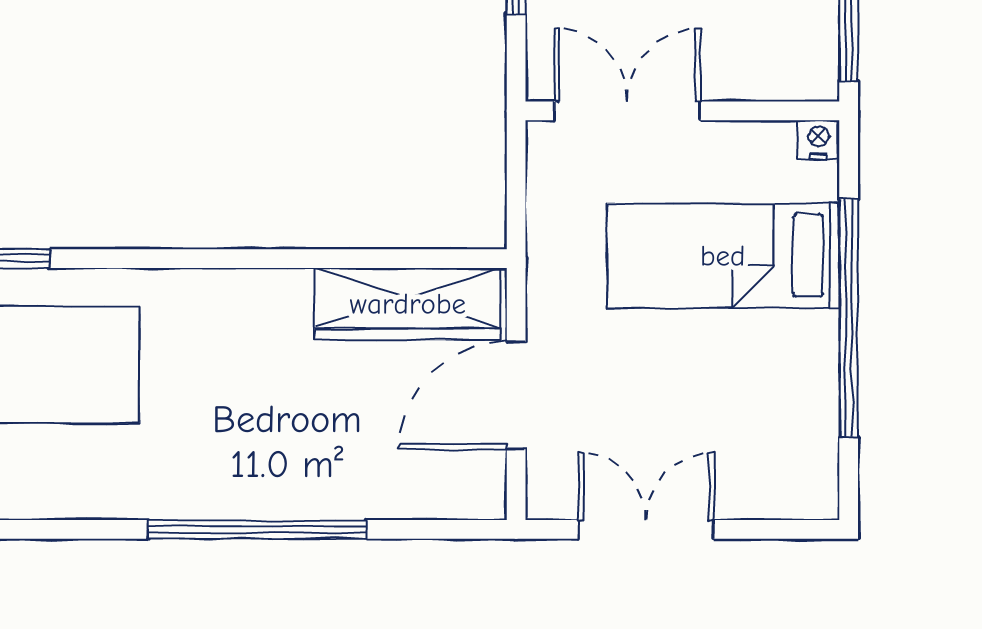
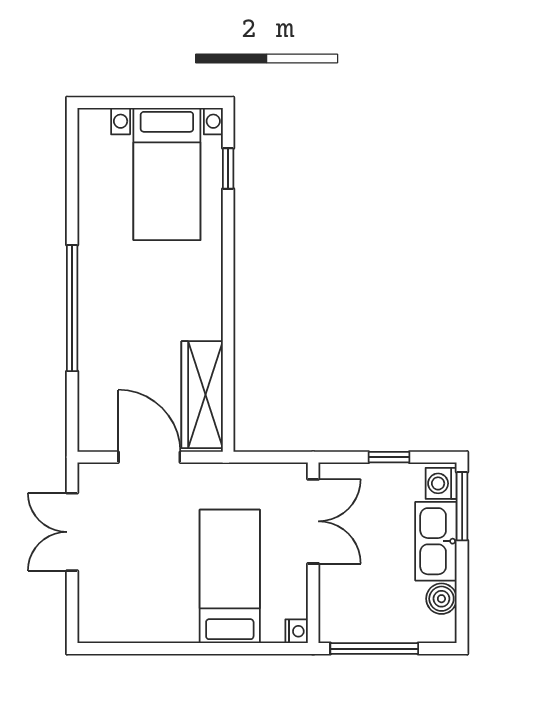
window: (849, 318) -> (194, 649), removed
double door: (646, 529) -> (72, 532), swing flipped

